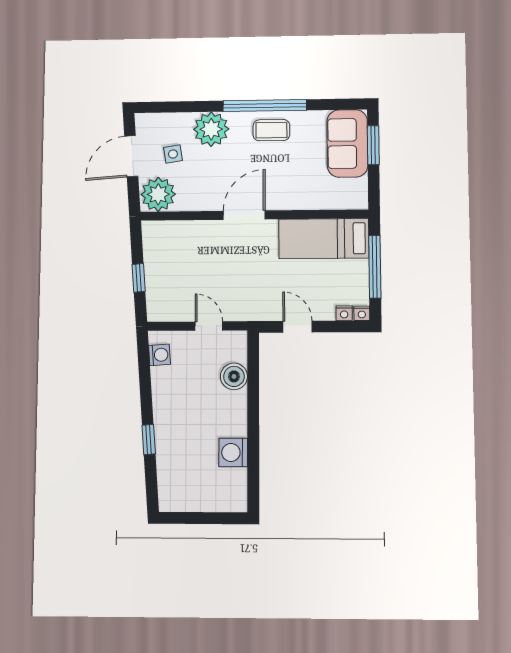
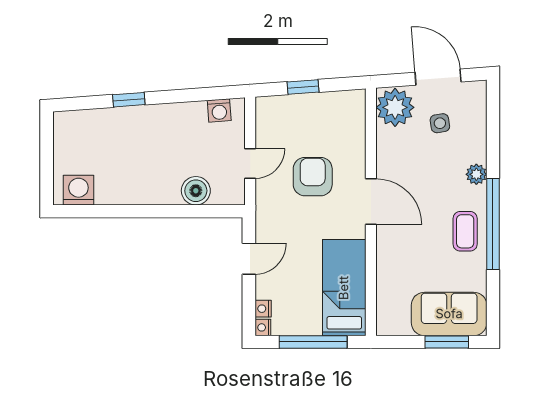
plant: (211, 129) -> (476, 174), width x0.53, depth x0.53
armchair: (221, 268) -> (313, 177), added
washing machine: (233, 453) -> (78, 190), moved

